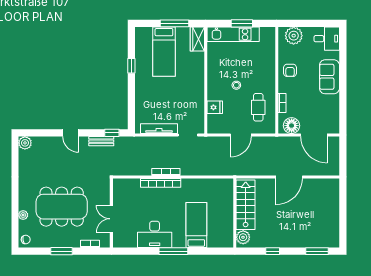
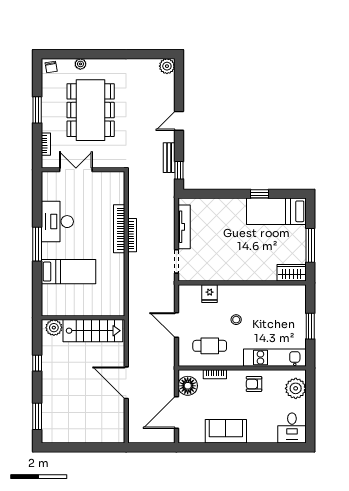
kitchen unit: (233, 34) -> (275, 358), moved, turned 90
bed: (164, 52) -> (276, 211), moved
sofa: (329, 77) -> (226, 431), moved

